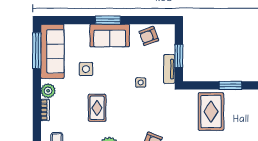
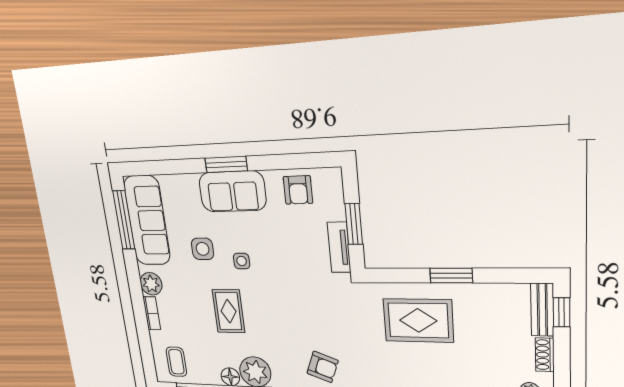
armchair: (149, 36) -> (298, 190), turned -70
side table: (141, 82) -> (242, 261), moved
rug: (211, 112) -> (418, 320), turned 90

